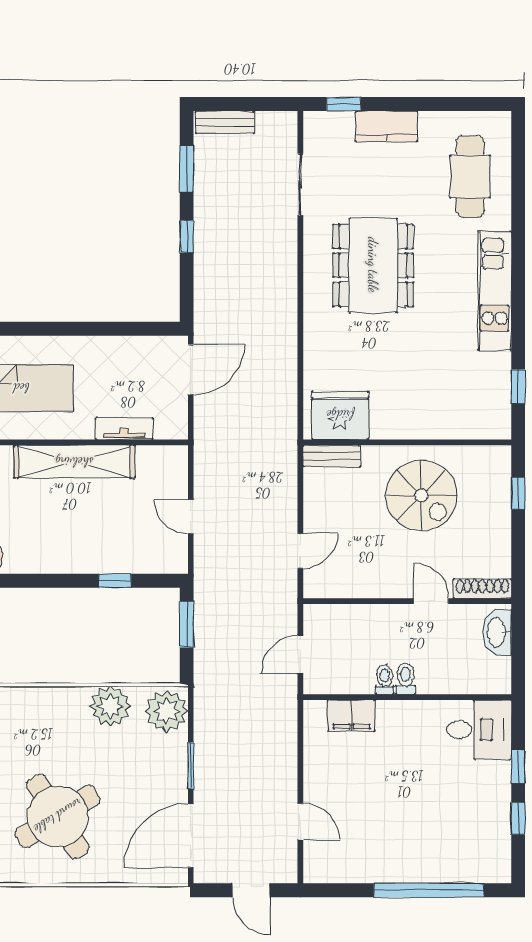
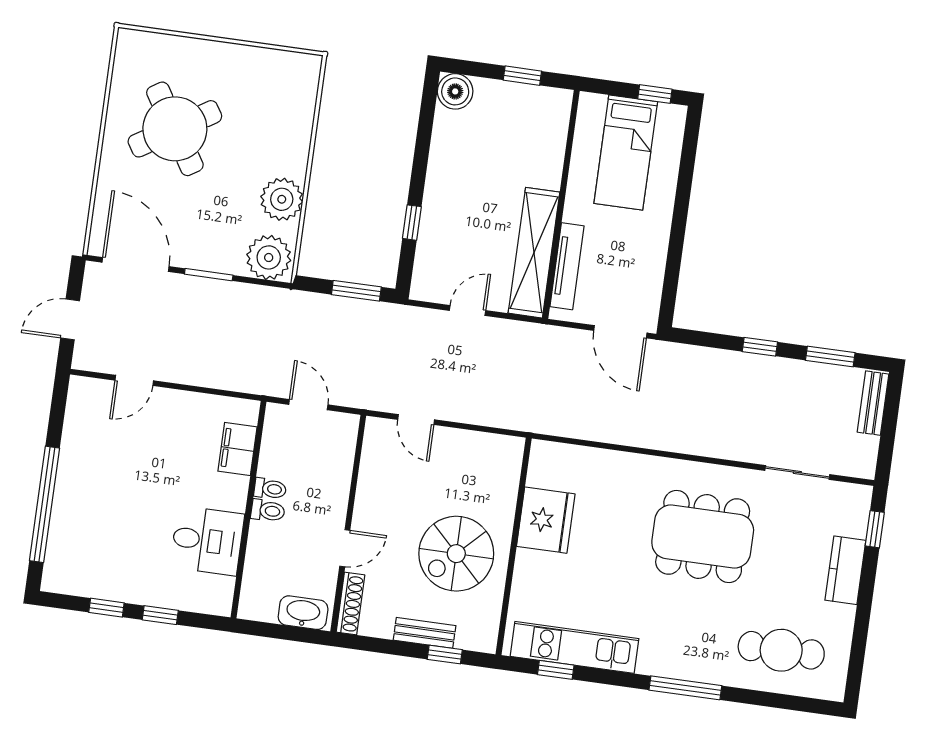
window: (518, 262) -> (685, 688), added
kitchen unit: (494, 291) -> (574, 647), moved
fridge: (340, 415) -> (546, 520), moved
tv unit: (124, 429) -> (567, 266), width x1.41
bench: (332, 456) -> (425, 633), moved, turned 90
shelving: (74, 462) -> (534, 253), moved
desk: (479, 730) -> (207, 541), moved, turned -90

